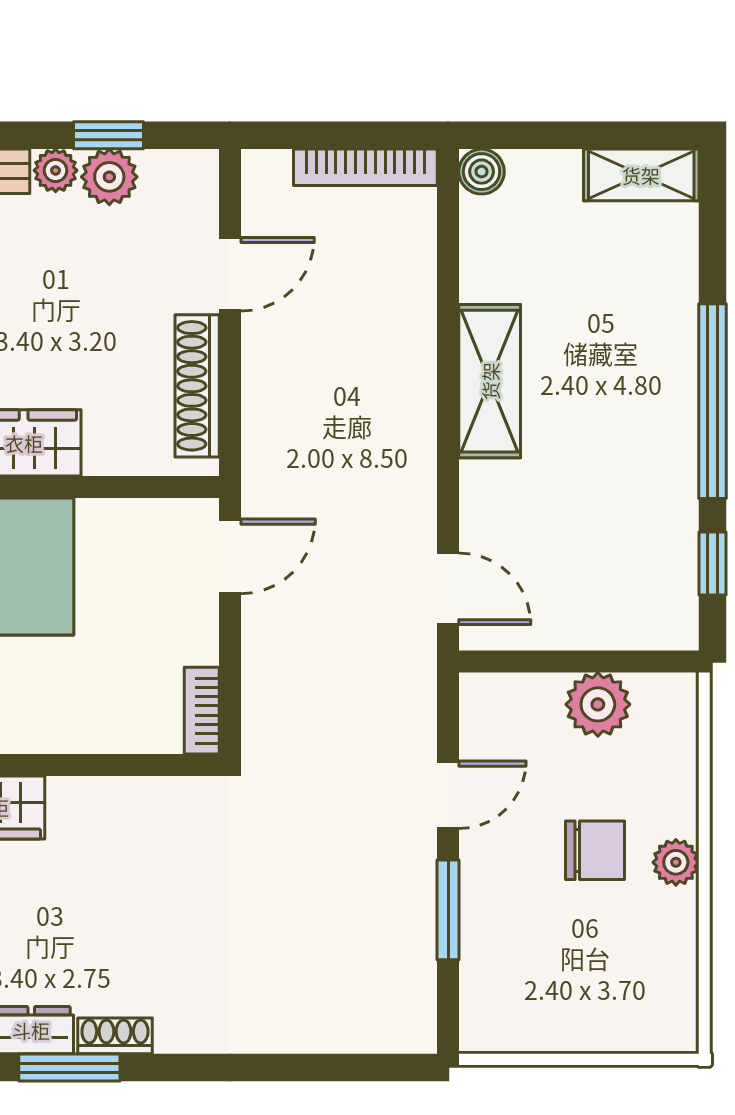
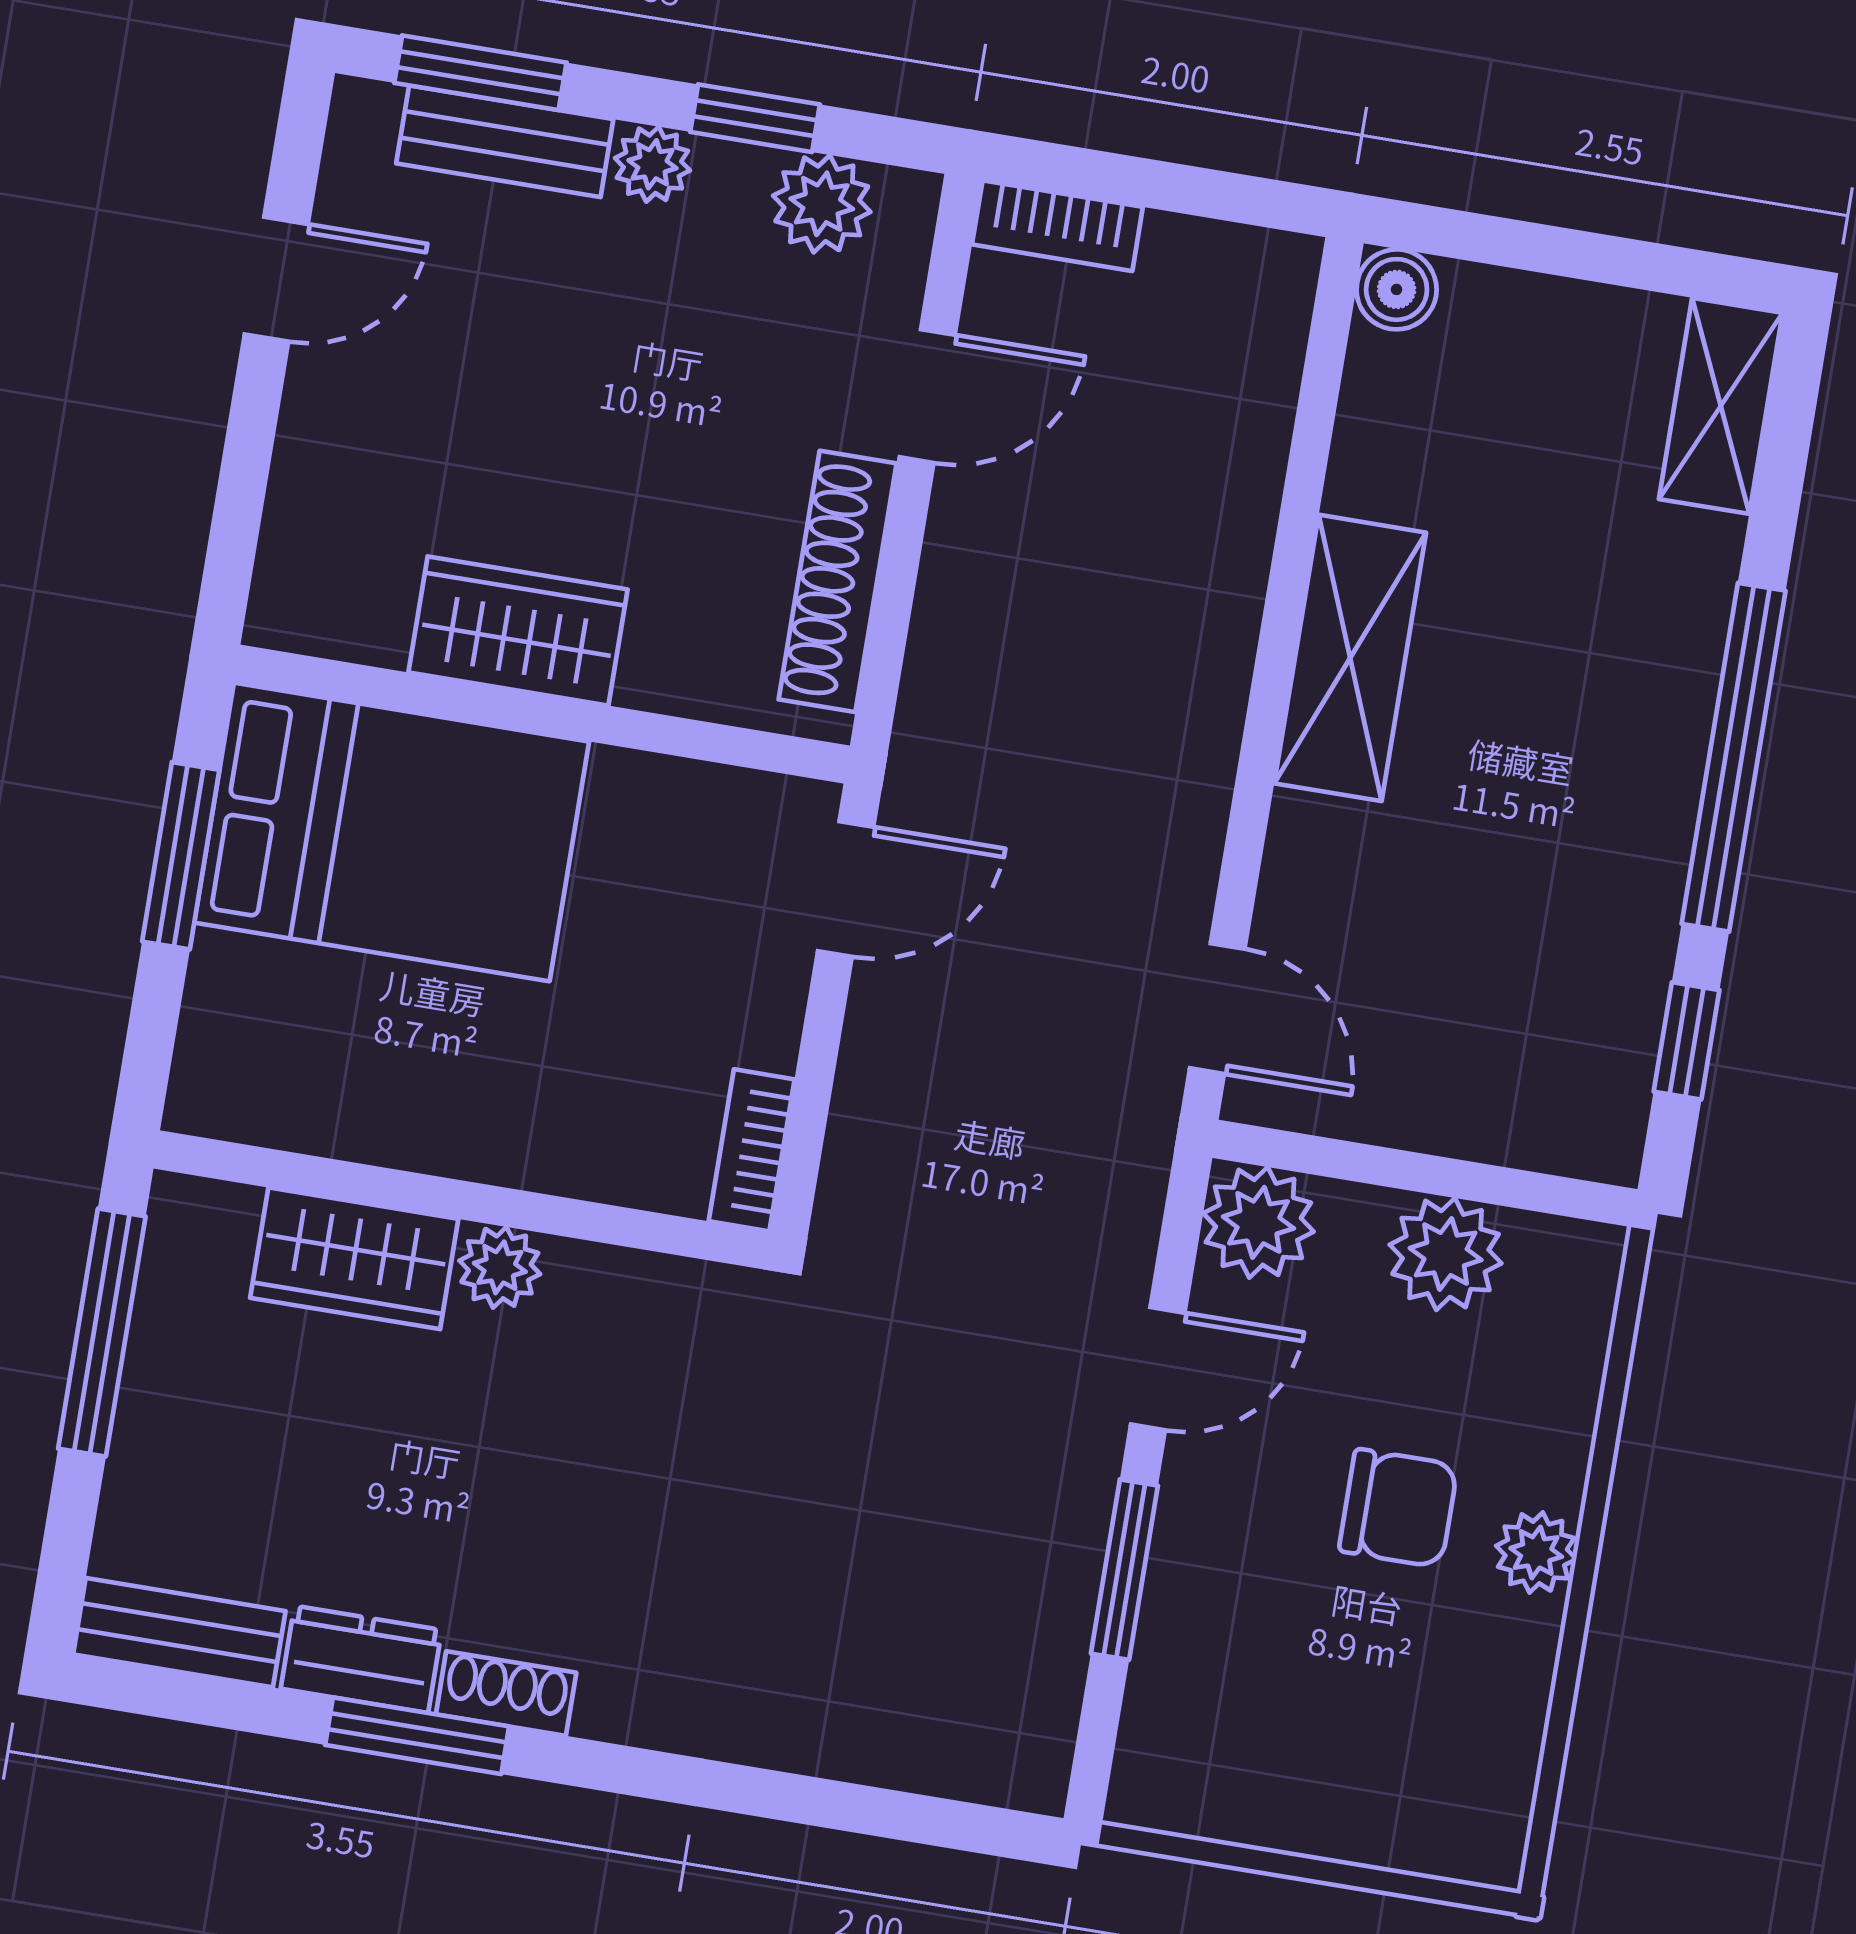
bookcase: (365, 167) -> (1057, 226), moved, width x0.64
shelving: (641, 175) -> (1721, 406), moved, turned 90
plant: (109, 177) -> (822, 204), moved
plant: (491, 704) -> (1258, 1222), added
plant: (72, 799) -> (500, 1267), added

